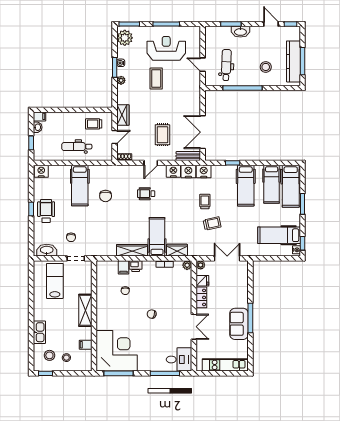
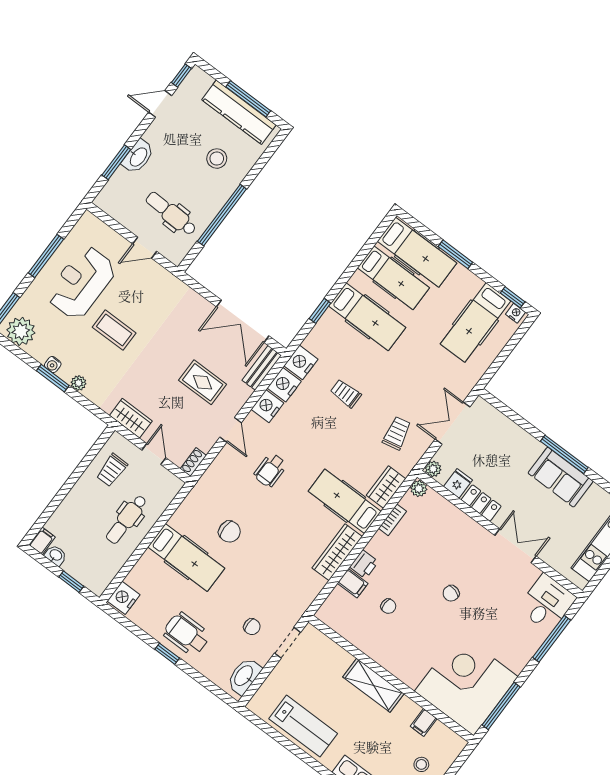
trolley: (212, 223) -> (397, 433), moved
lab bench: (55, 281) -> (303, 726), moved, turned 180

